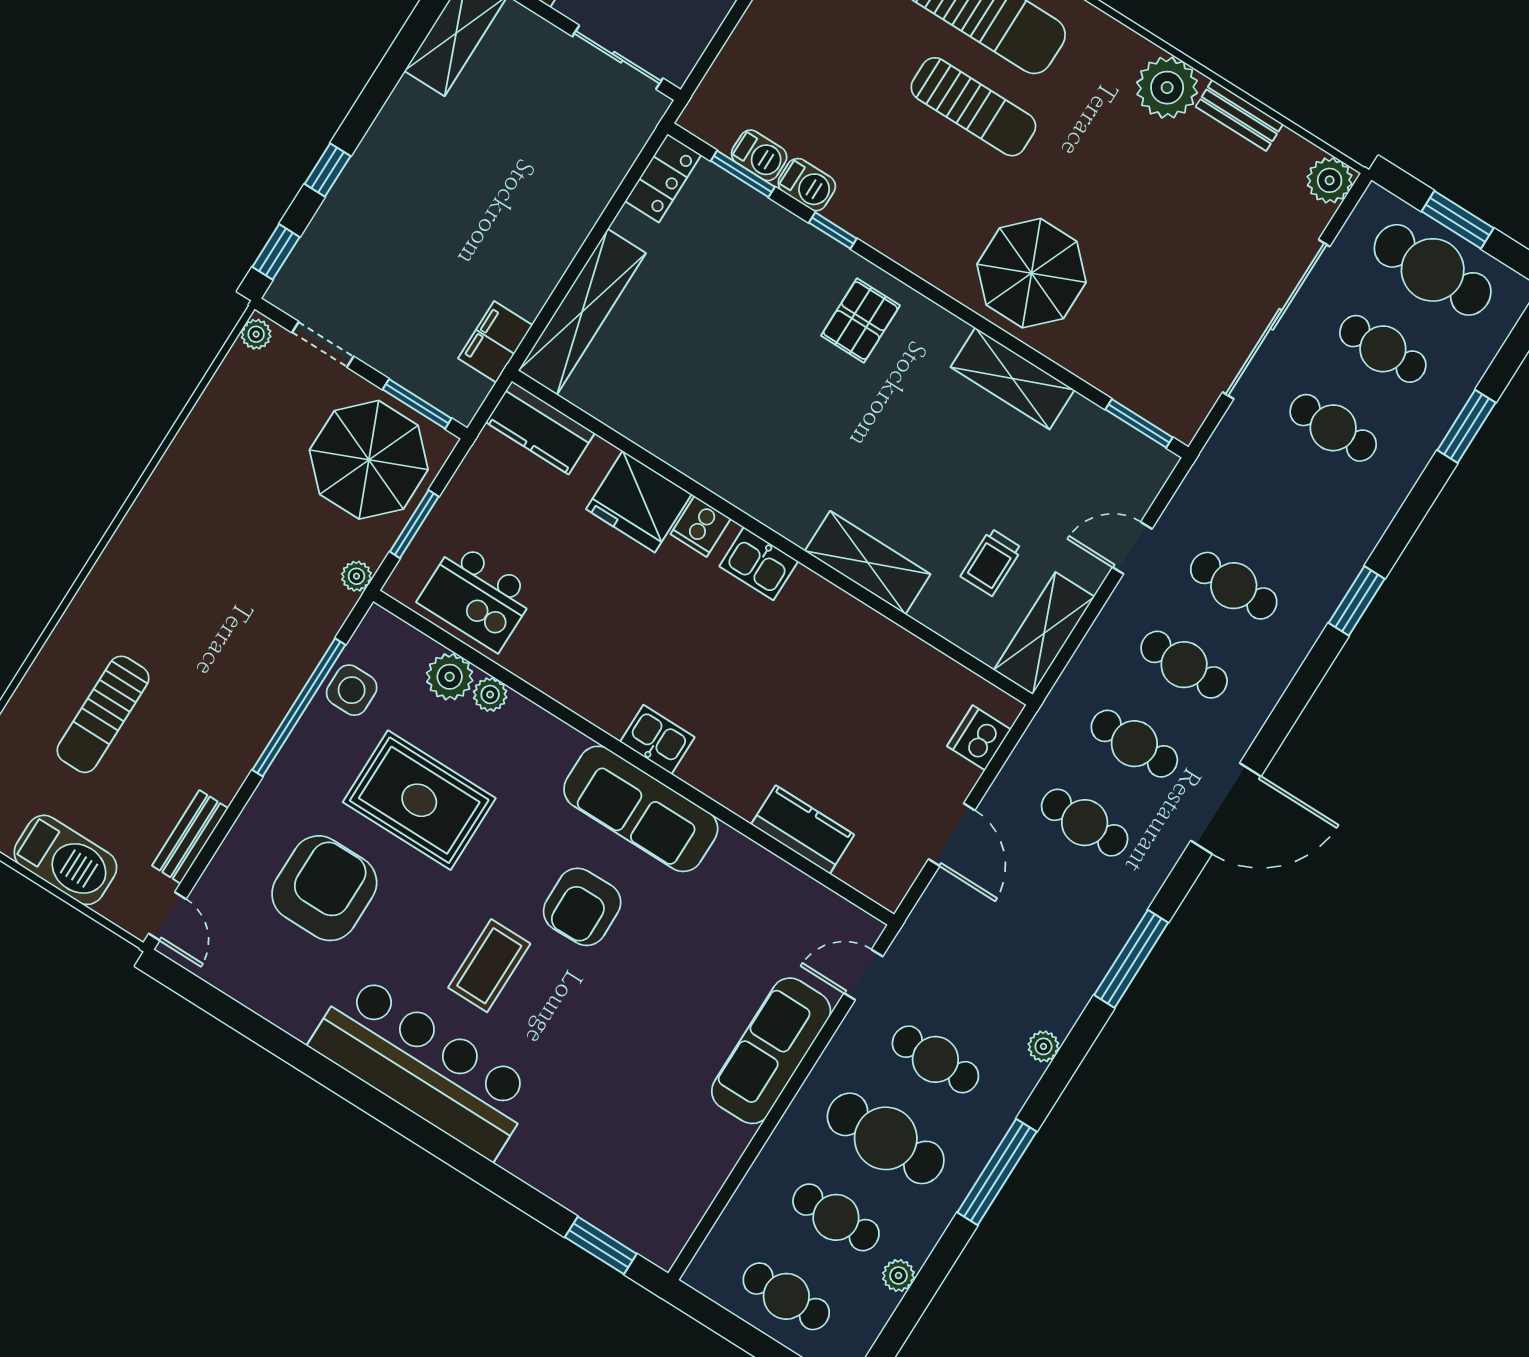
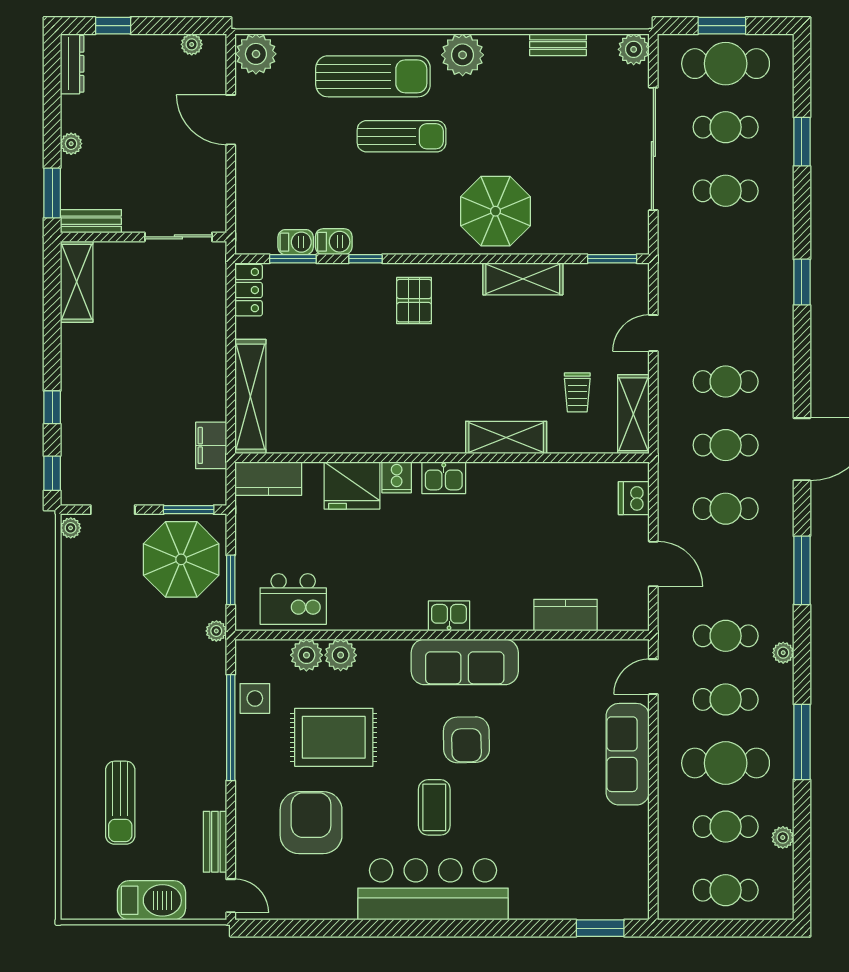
plant: (1167, 88) -> (463, 55), moved
cafe table: (1234, 586) -> (726, 636), moved
plant: (490, 694) -> (341, 655), width x1.38, depth x1.38

